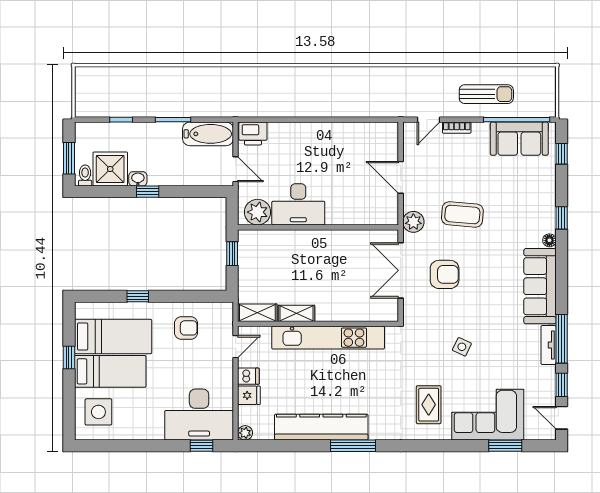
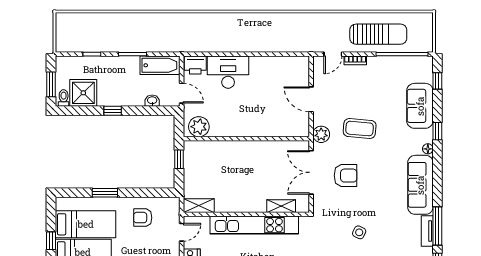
sun lounger: (486, 94) -> (378, 34), width x1.36, depth x1.34
sofa: (519, 139) -> (420, 106), moved, turned 90
washbasin: (138, 179) -> (152, 101), moved
desk: (298, 204) -> (228, 72), moved, turned 180
window: (138, 296) -> (105, 193), width x1.50
shelving: (296, 313) -> (281, 206), moved
armchair: (186, 328) -> (143, 218), turned 180

